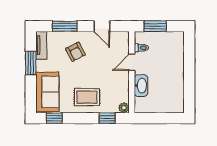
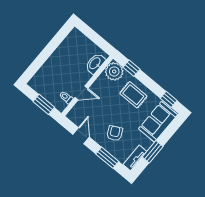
washbasin: (141, 86) -> (95, 63), moved
plant: (124, 108) -> (114, 71), width x1.87, depth x1.87

